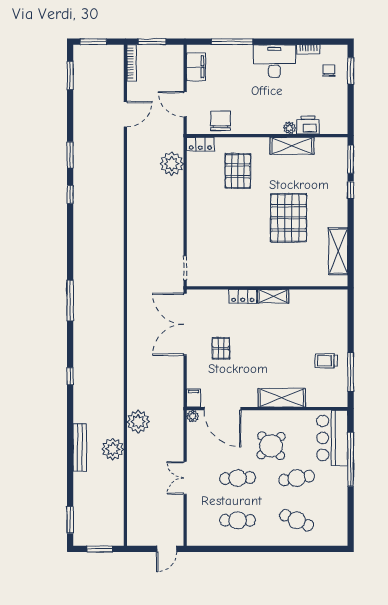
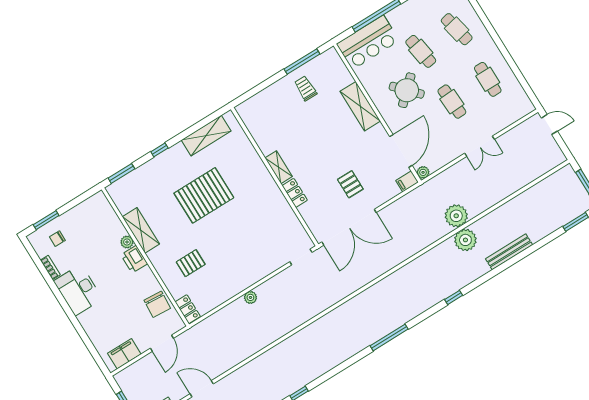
window: (232, 42) -> (84, 336), removed
chair: (221, 121) -> (157, 304), turned -86
printer: (308, 125) -> (134, 259), moved
plant: (172, 164) -> (250, 297), moved, width x0.53, depth x0.53
pallet: (238, 171) -> (191, 263), width x0.67, depth x0.71
window: (351, 190) -> (159, 150), moved
pallet: (221, 348) -> (350, 184), turned 90
trolley: (326, 361) -> (306, 88), turned 180
plant: (113, 449) -> (465, 240), moved
cafe table: (297, 520) -> (457, 29), turned -36

